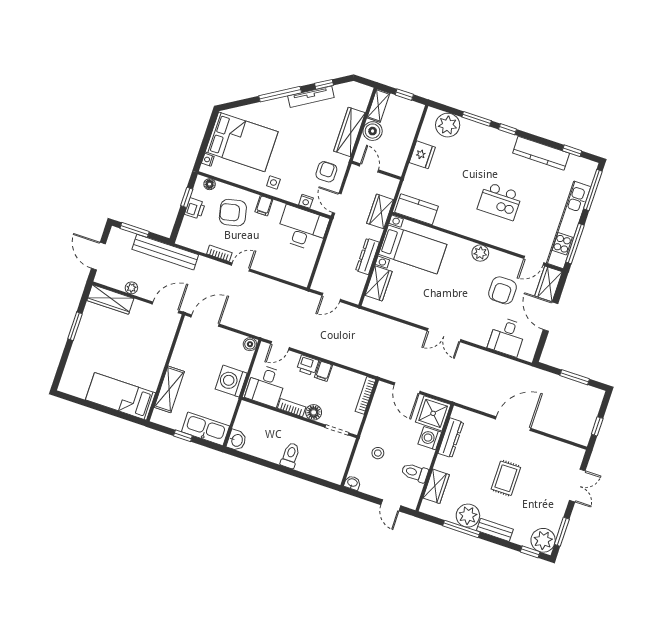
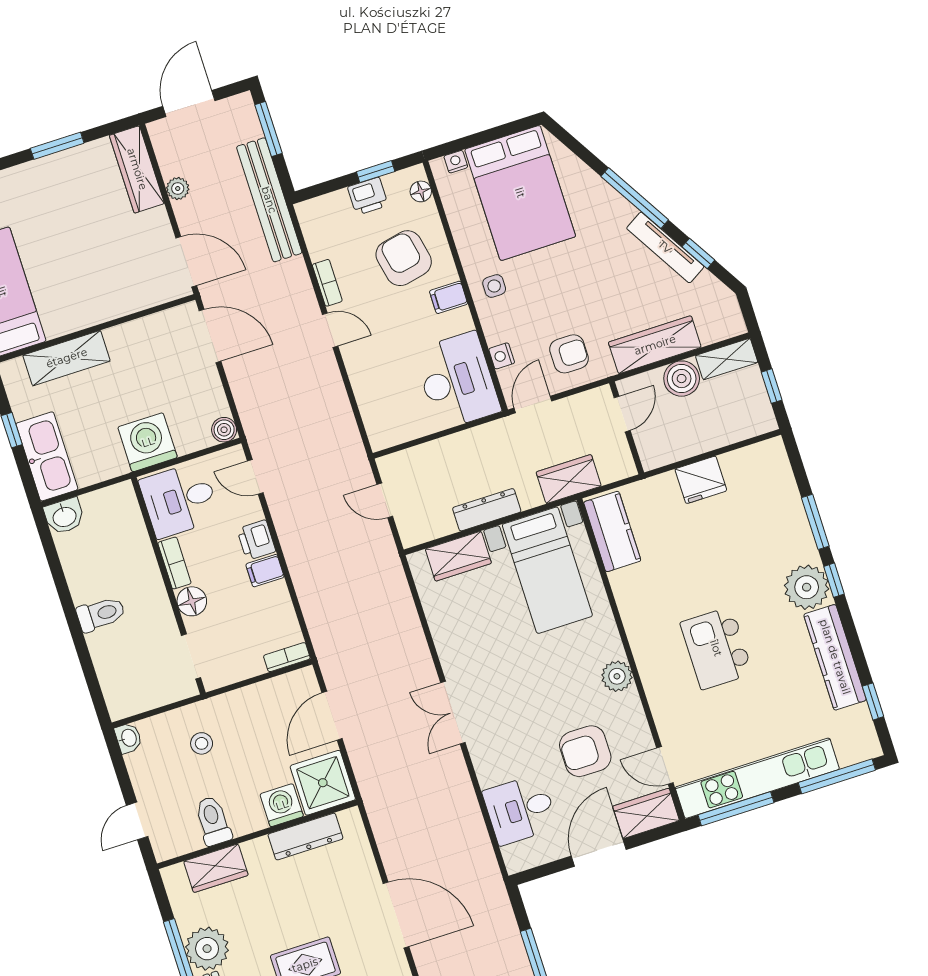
plant: (448, 125) -> (807, 587), moved
bookcase: (366, 395) -> (287, 657), width x0.64

